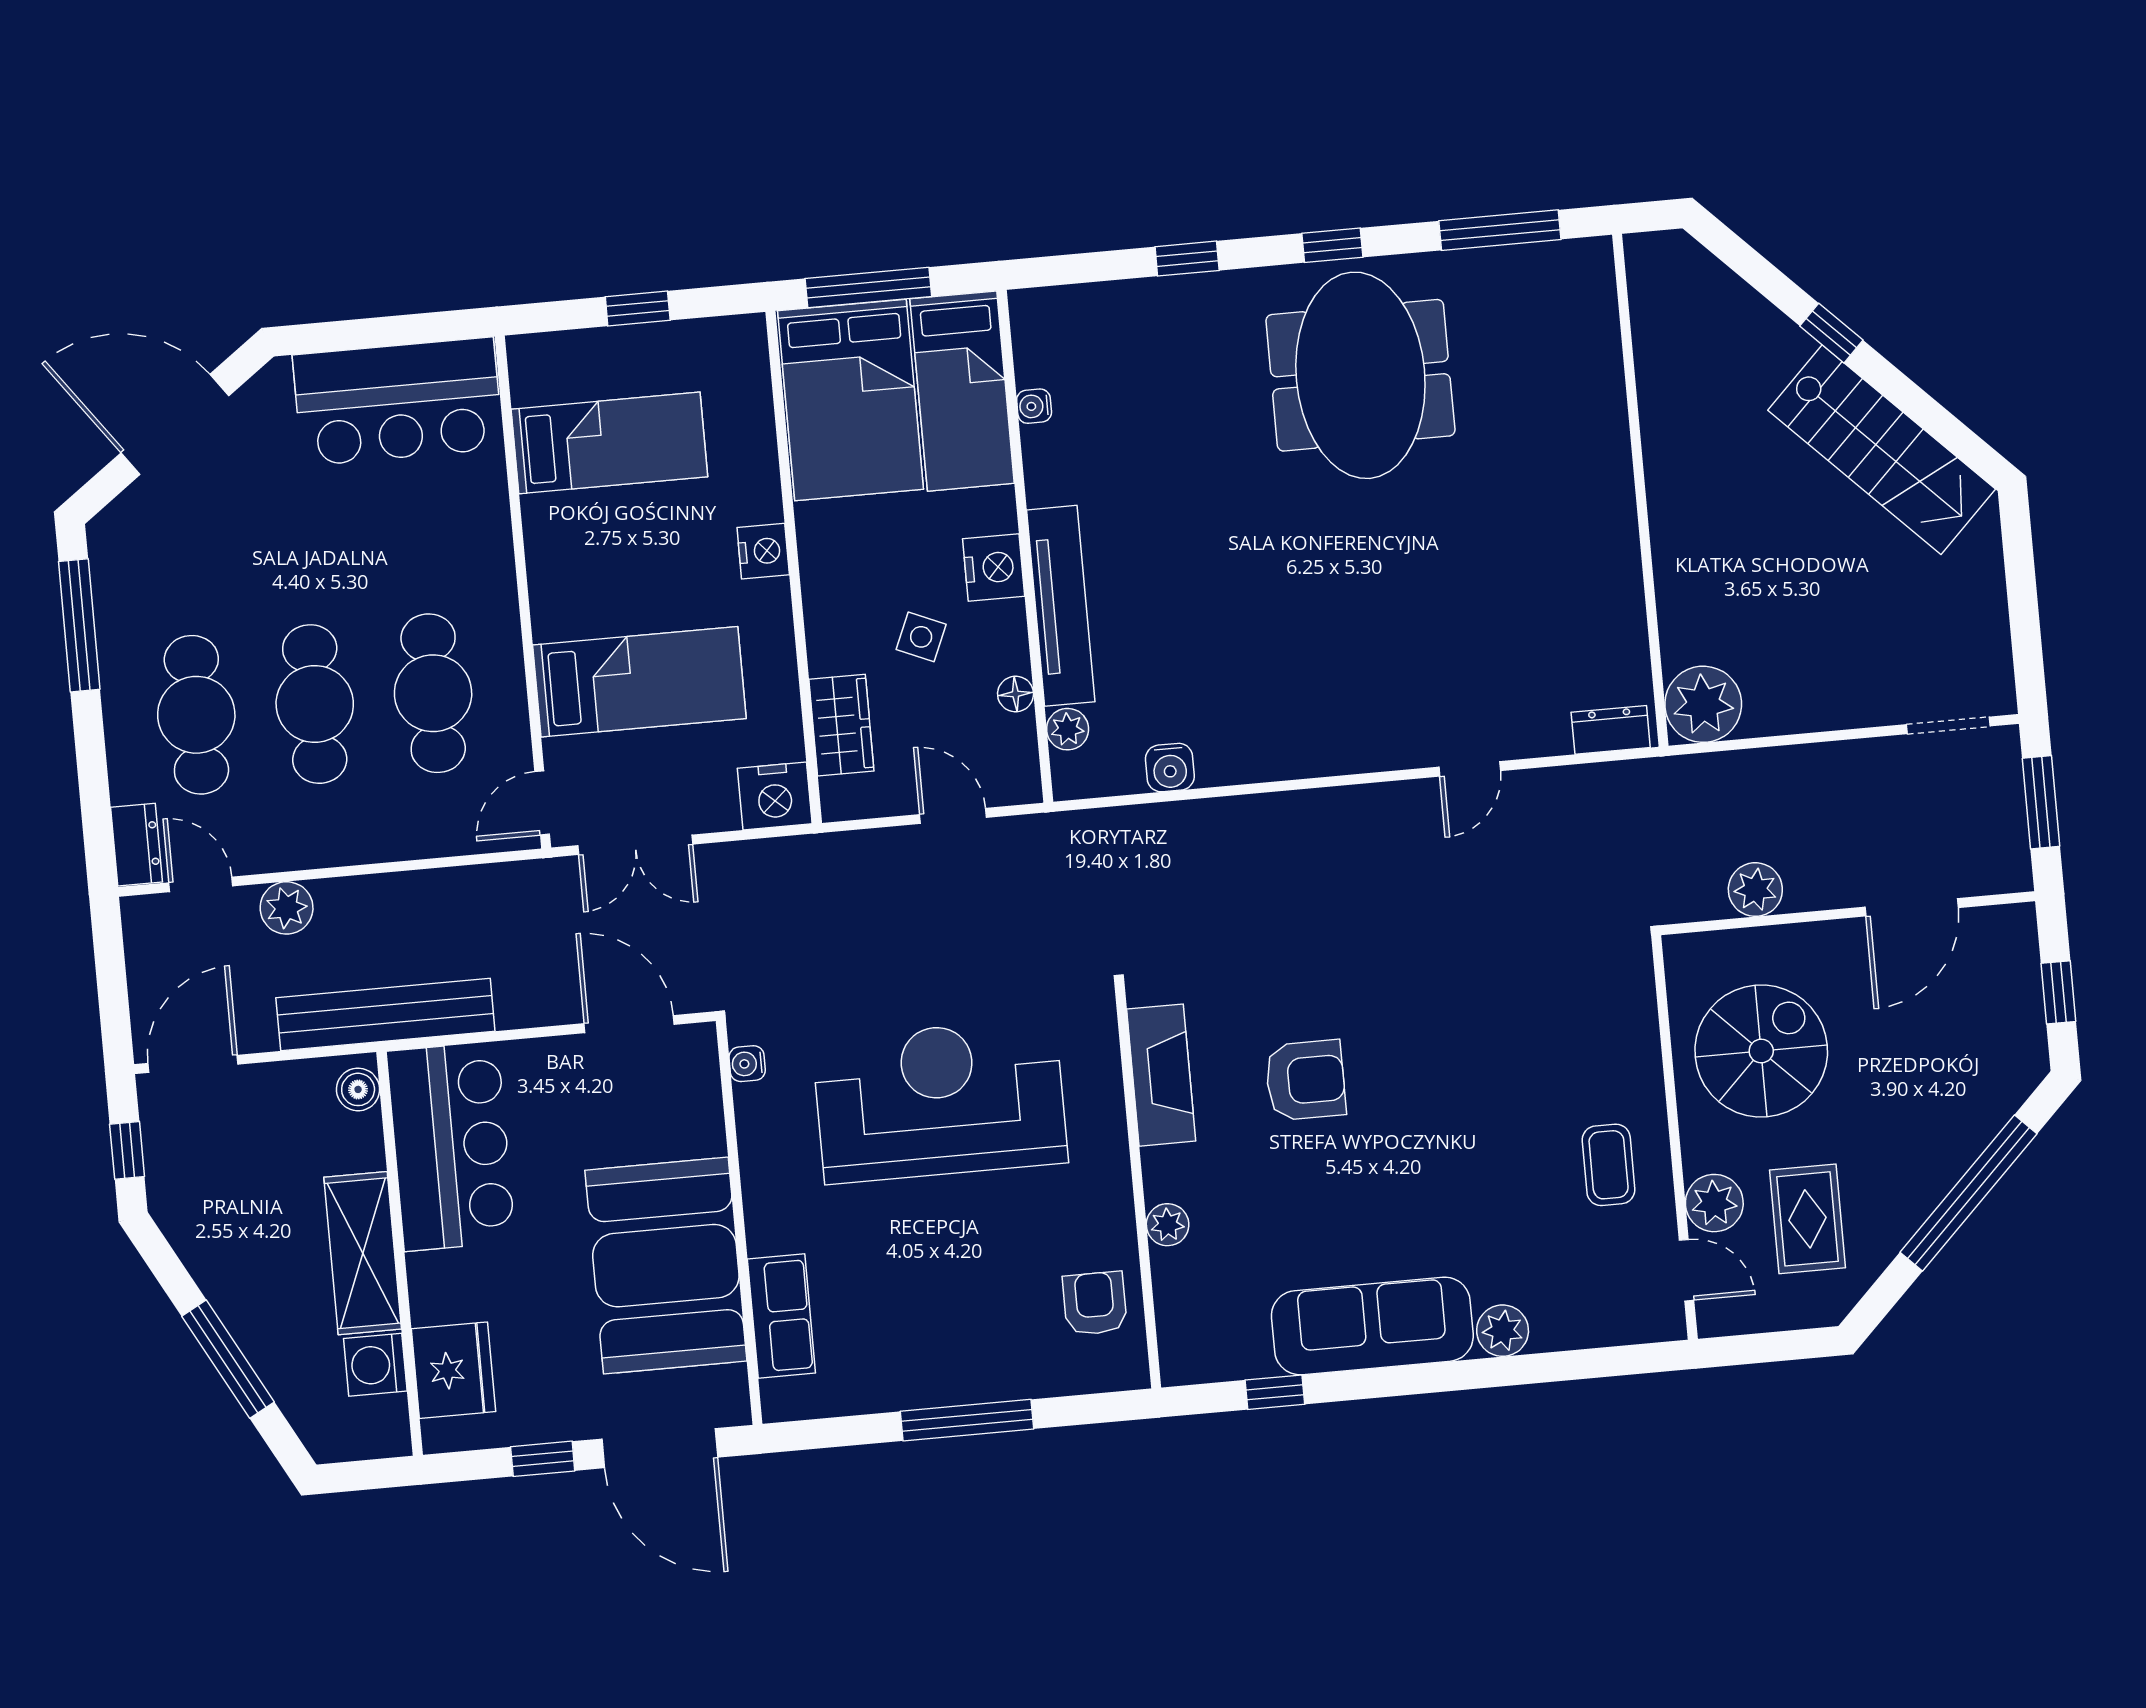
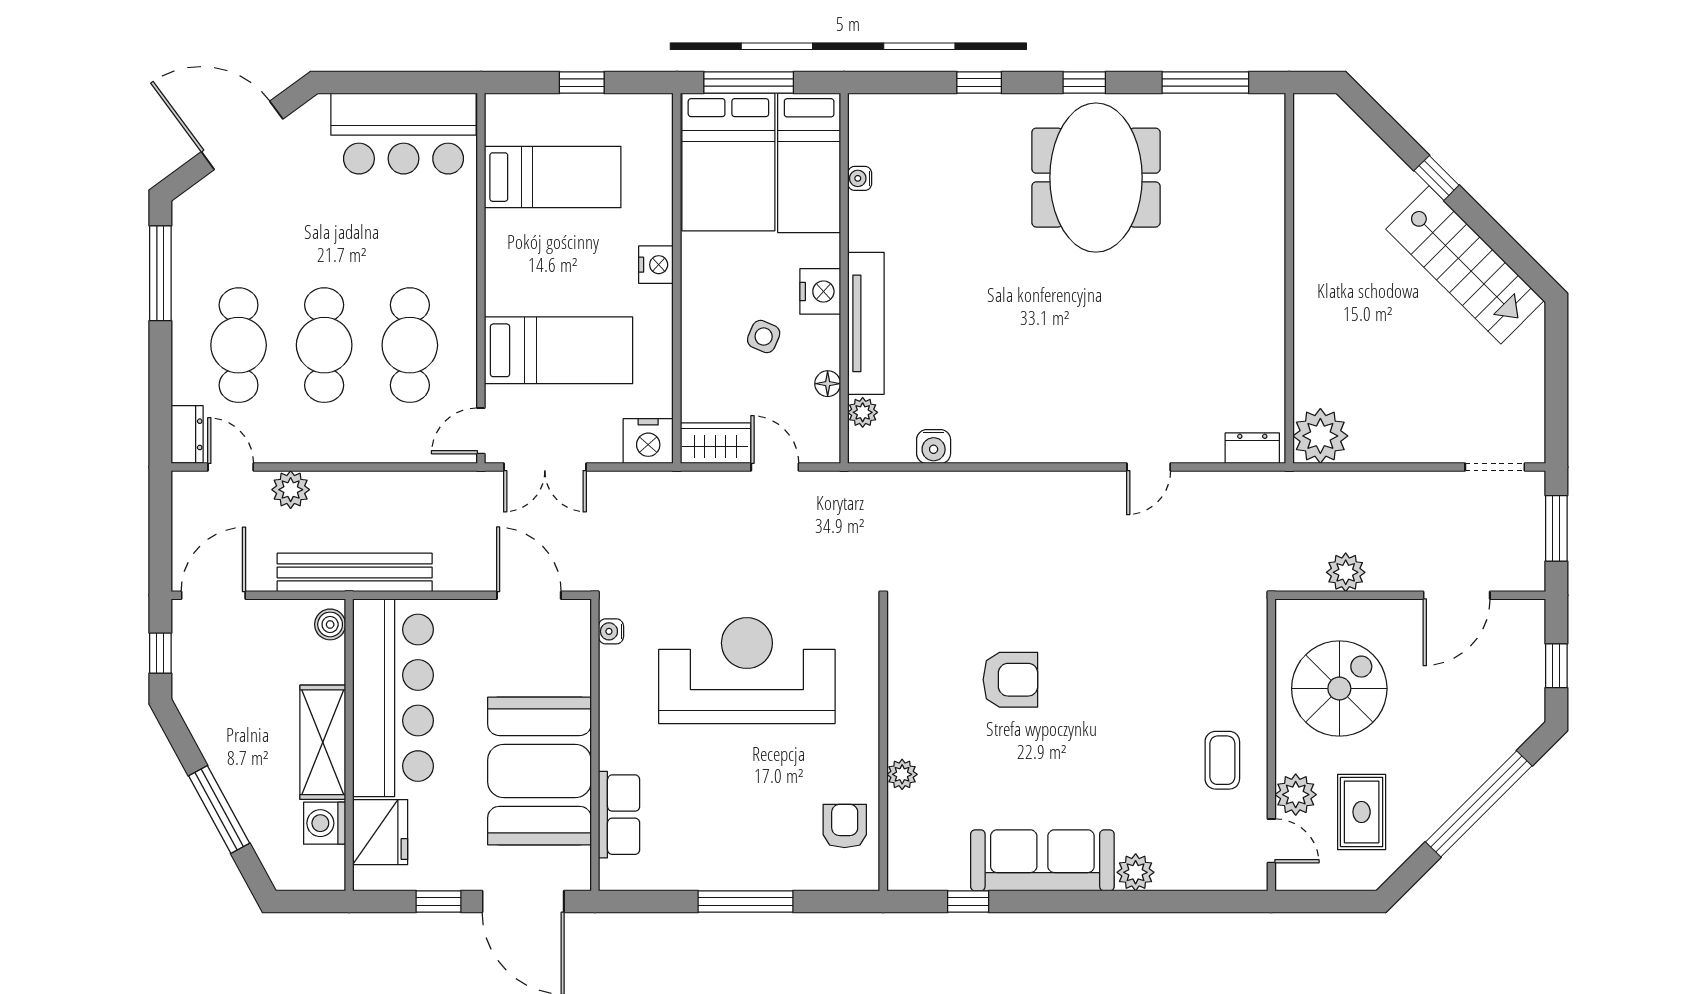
wardrobe: (841, 725) -> (715, 443), moved, turned -90
fireplace: (1161, 1075) -> (907, 667), removed
bar counter: (451, 1146) -> (393, 698), width x1.36

